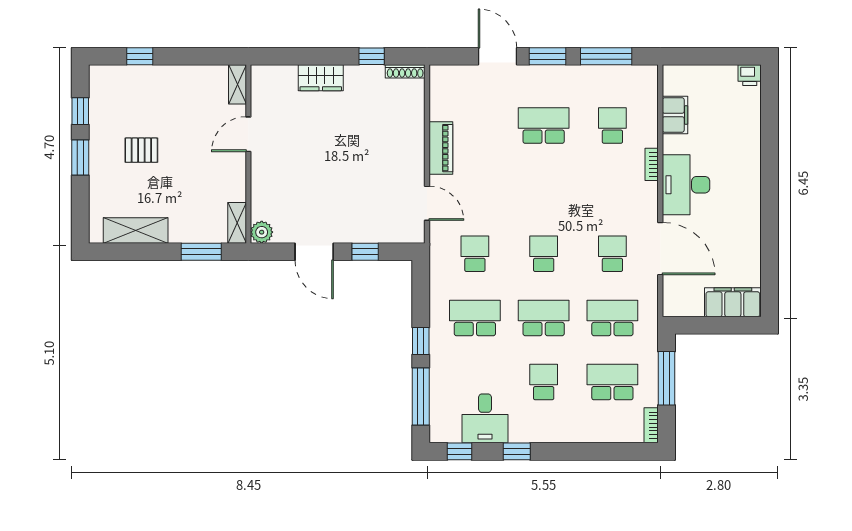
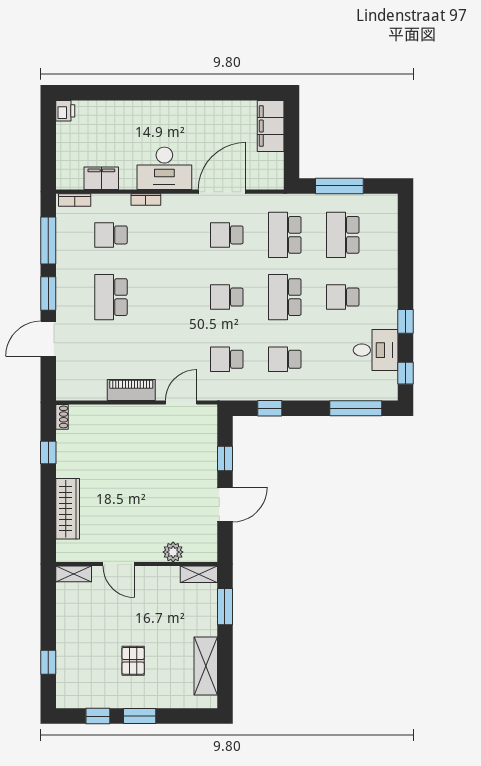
shoe rack: (405, 71) -> (62, 417), width x0.70
wardrobe: (321, 78) -> (68, 509), width x1.50
plant: (262, 232) -> (173, 552), moved
school desk: (475, 318) -> (285, 359), width x0.54
window: (421, 341) -> (270, 408), moved
bookcase: (651, 425) -> (75, 200), moved

